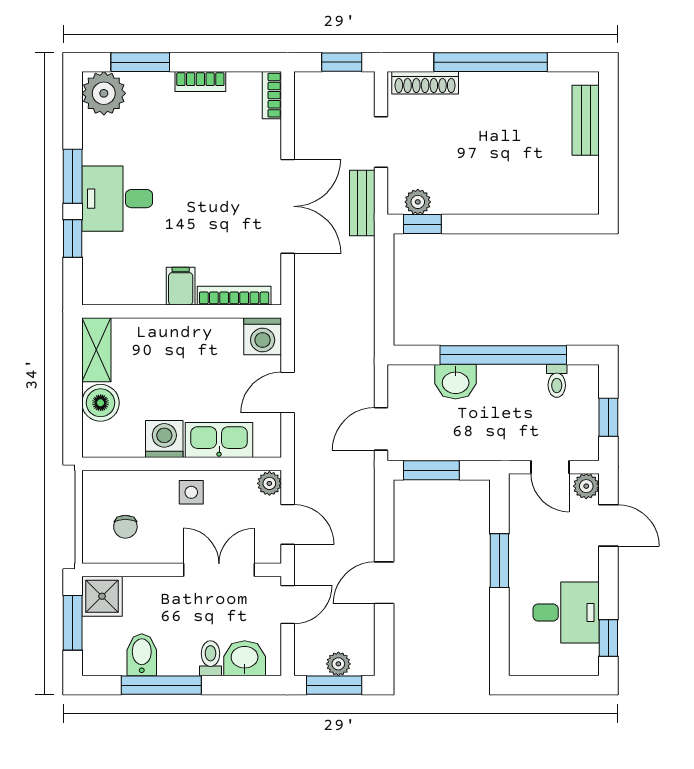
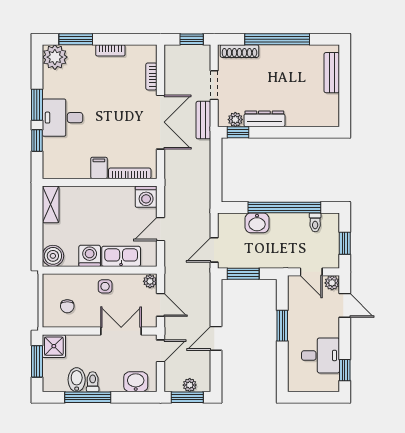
bookcase: (272, 95) -> (151, 76), moved
dresser: (469, 201) -> (264, 119), added
boiler: (101, 403) -> (53, 256), moved
toilet: (211, 658) -> (93, 382), moved

